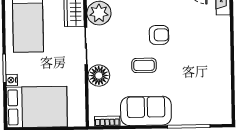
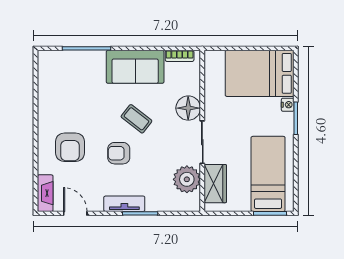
armchair: (202, 39) -> (70, 147), added
coffee table: (144, 65) -> (136, 119), turned 38

